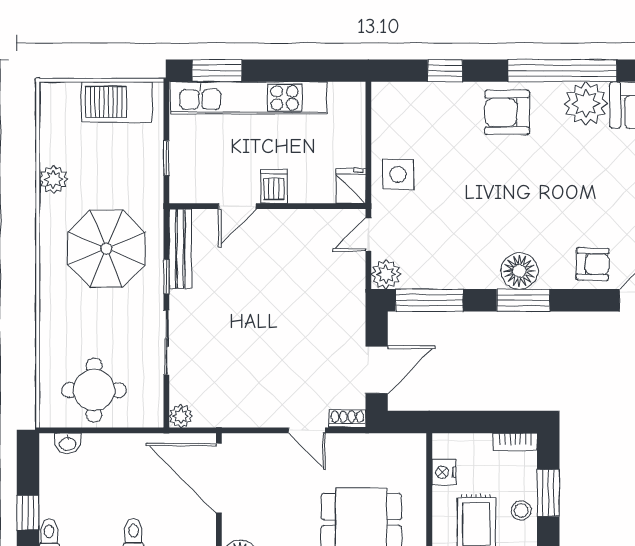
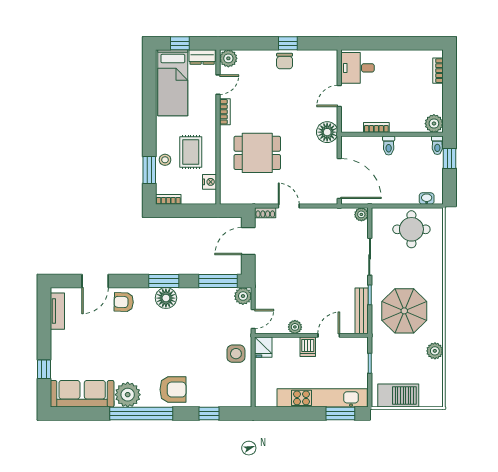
plant: (296, 221) -> (295, 327), added

